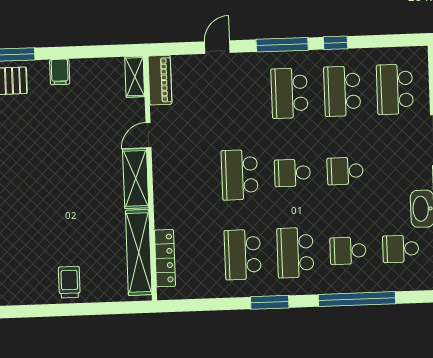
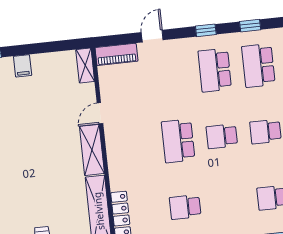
window: (282, 45) -> (206, 30), width x0.46
piano: (160, 80) -> (116, 54), moved, turned 90
school desk: (295, 253) -> (229, 202), removed
school desk: (243, 255) -> (185, 207), width x0.54

